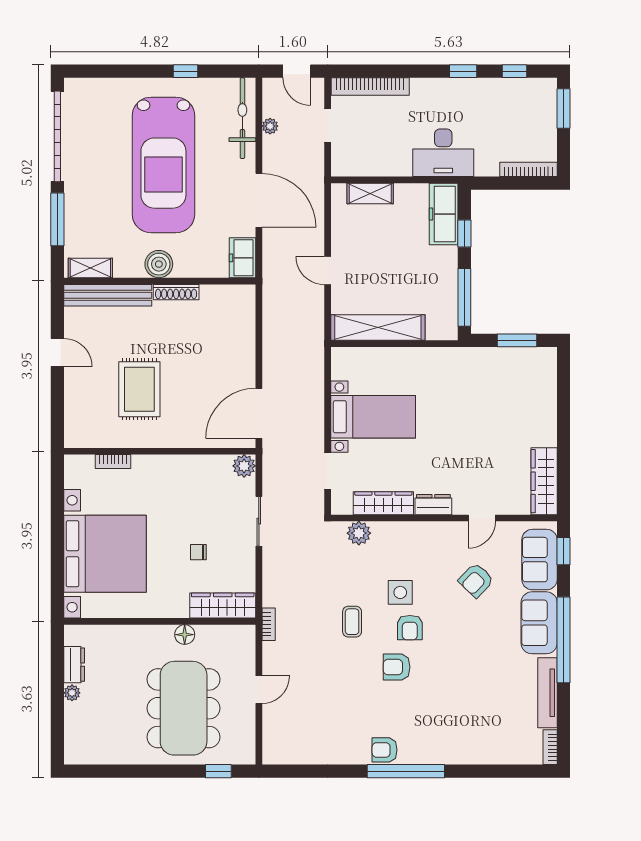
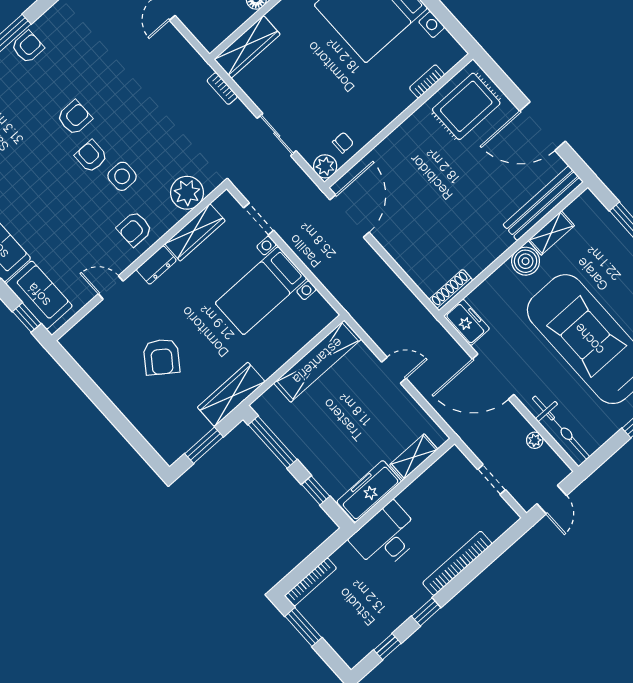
door: (297, 71) -> (552, 500), swing flipped
bookcase: (370, 86) -> (457, 563), moved
window: (564, 108) -> (303, 627), moved
freezer: (444, 214) -> (369, 491), moved, turned -90
shelving: (90, 268) -> (551, 233), moved
shoe rack: (176, 292) -> (451, 290), moved
door: (57, 352) -> (542, 126), width x1.87
rug: (139, 389) -> (466, 106), moved, turned 90
armchair: (490, 433) -> (162, 357), added
wardrobe: (544, 481) -> (231, 394), moved, turned -90
door: (482, 518) -> (111, 287), hinge flipped
plant: (359, 533) -> (187, 193), width x1.36, depth x1.36
chair: (198, 552) -> (343, 143), moved
armchair: (476, 580) -> (134, 229), moved, turned -134
coffee table: (352, 622) -> (139, 122), removed
bookcase: (269, 624) -> (222, 88), moved

